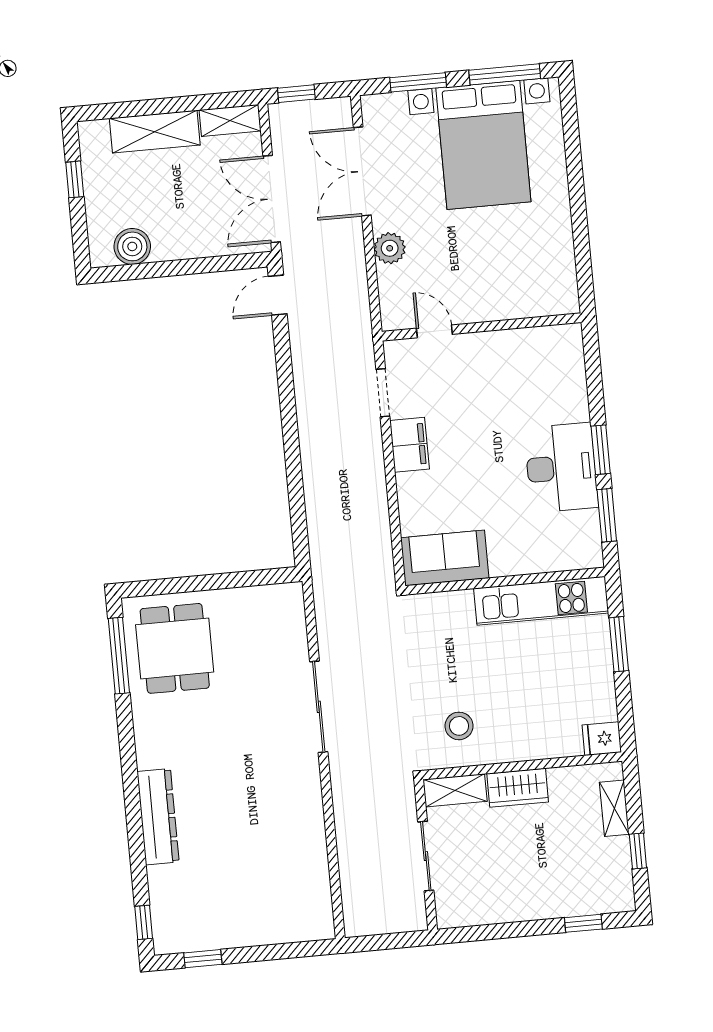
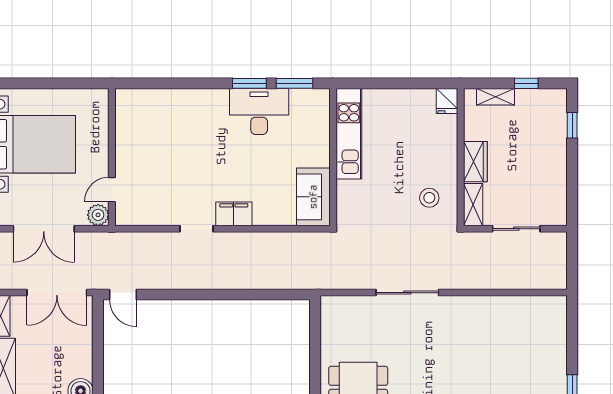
wall: (482, 327) -> (112, 157), moved
door: (434, 331) -> (112, 190), moved
window: (619, 644) -> (384, 83), removed

